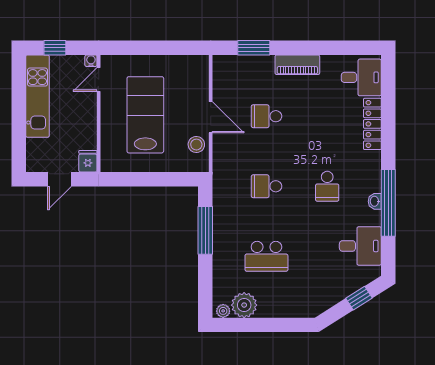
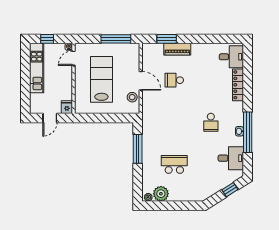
window: (169, 48) -> (116, 39), added
piano: (297, 65) -> (177, 49), moved
school desk: (266, 186) -> (174, 122), removed
school desk: (266, 256) -> (174, 164), turned 180

